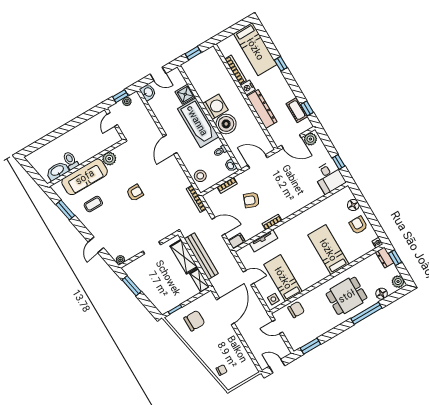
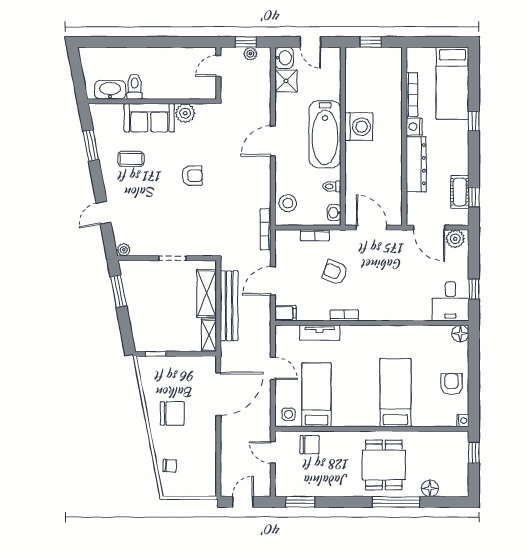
shower: (185, 94) -> (286, 81), moved
boiler: (226, 124) -> (359, 156), removed
sofa: (85, 177) -> (149, 118), width x0.73
floor lamp: (353, 205) -> (460, 334), moved
door: (218, 226) -> (273, 281), swing flipped
dresser: (385, 257) -> (461, 445), removed
plant: (398, 282) -> (460, 485), removed
dining table: (347, 296) -> (384, 465), turned 90
chair: (194, 321) -> (172, 413), moved
door: (277, 366) -> (243, 502), hinge flipped

